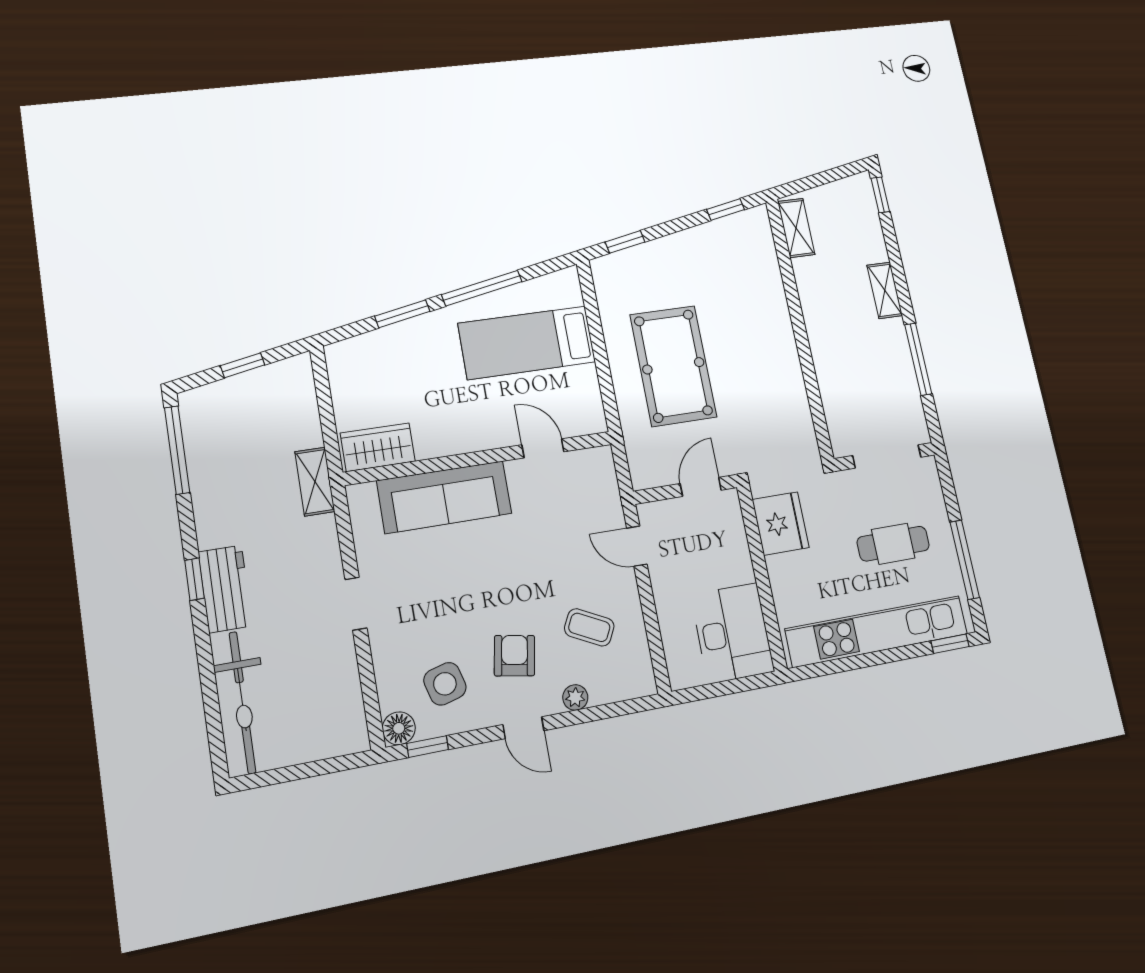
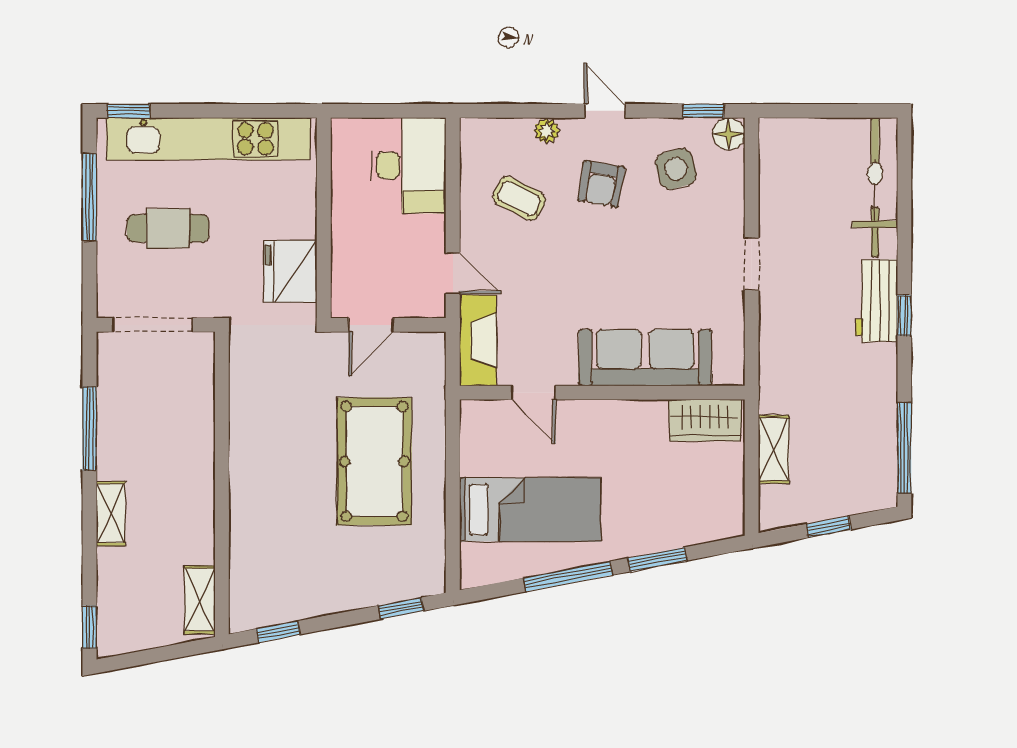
shelving: (315, 482) -> (774, 449), moved
fireplace: (602, 488) -> (478, 340), added
desk: (733, 633) -> (408, 165), moved, turned 180

